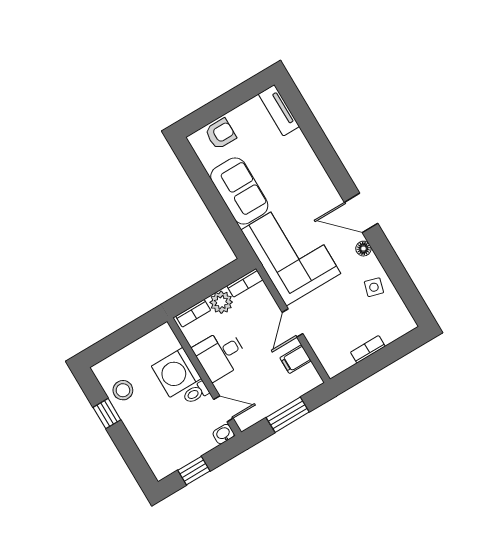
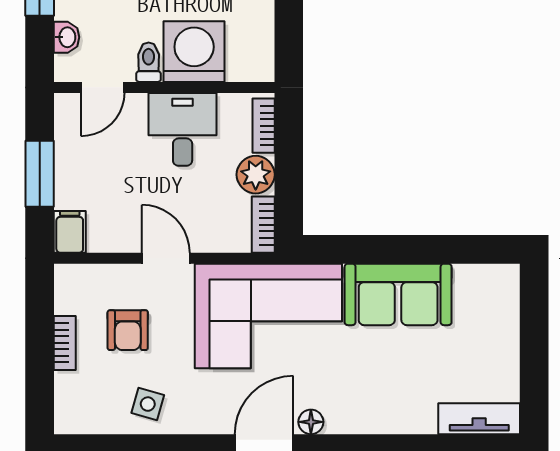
armchair: (220, 134) -> (128, 330), moved
floor lamp: (363, 249) -> (311, 422), moved
filing cabinet: (296, 359) -> (70, 232), moved
washbasin: (224, 434) -> (67, 37), moved

